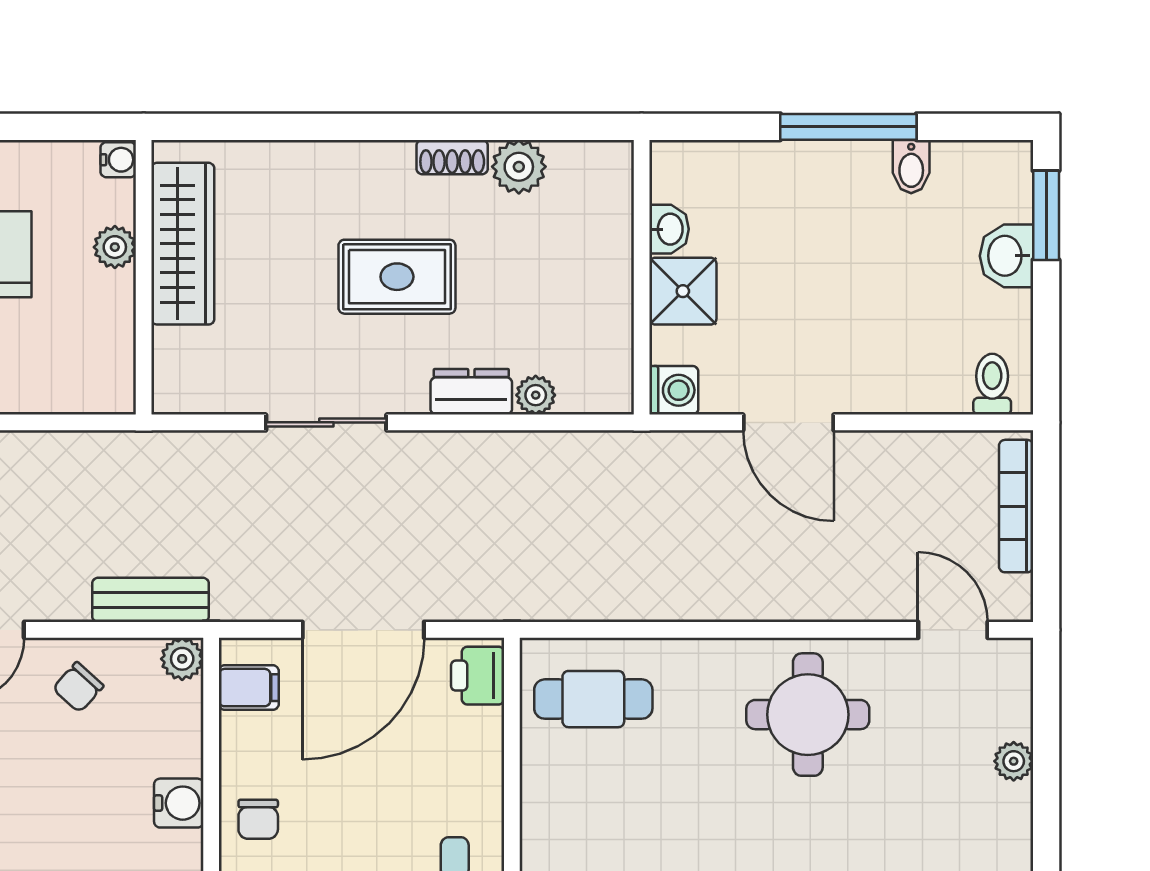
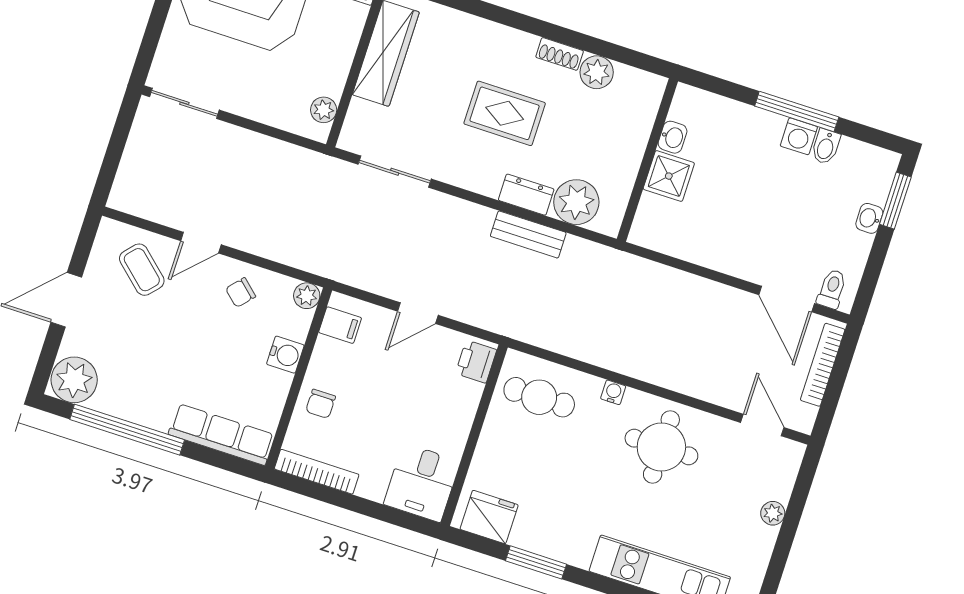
plant: (115, 247) -> (324, 110), moved
washbasin: (1006, 256) -> (869, 218), width x0.72, depth x0.69
washing machine: (674, 390) -> (799, 136), moved, turned 90
plant: (536, 395) -> (576, 202), width x1.88, depth x1.88
sliding door: (326, 422) -> (395, 172), moved
door: (788, 422) -> (787, 299), moved
bench: (150, 600) -> (528, 234), moved
door: (363, 630) -> (418, 313), width x0.53
water cooler: (706, 654) -> (613, 392), added
water cooler: (179, 803) -> (285, 355), moved

